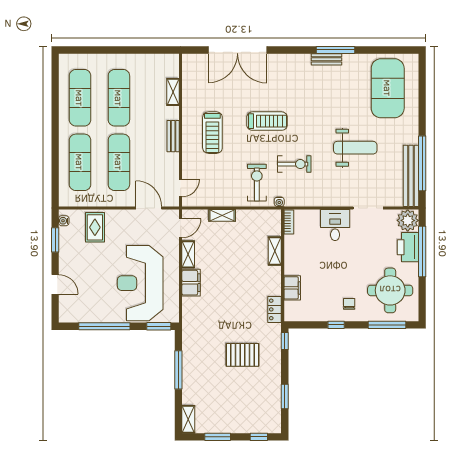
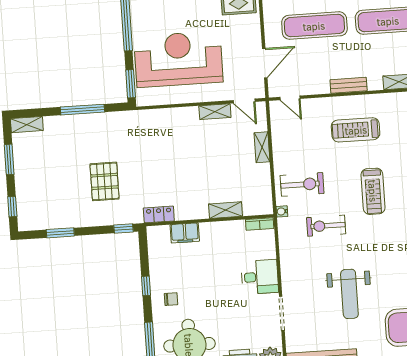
exercise bike: (294, 164) -> (326, 226), turned 90
filing cabinet: (191, 283) -> (183, 117), removed

